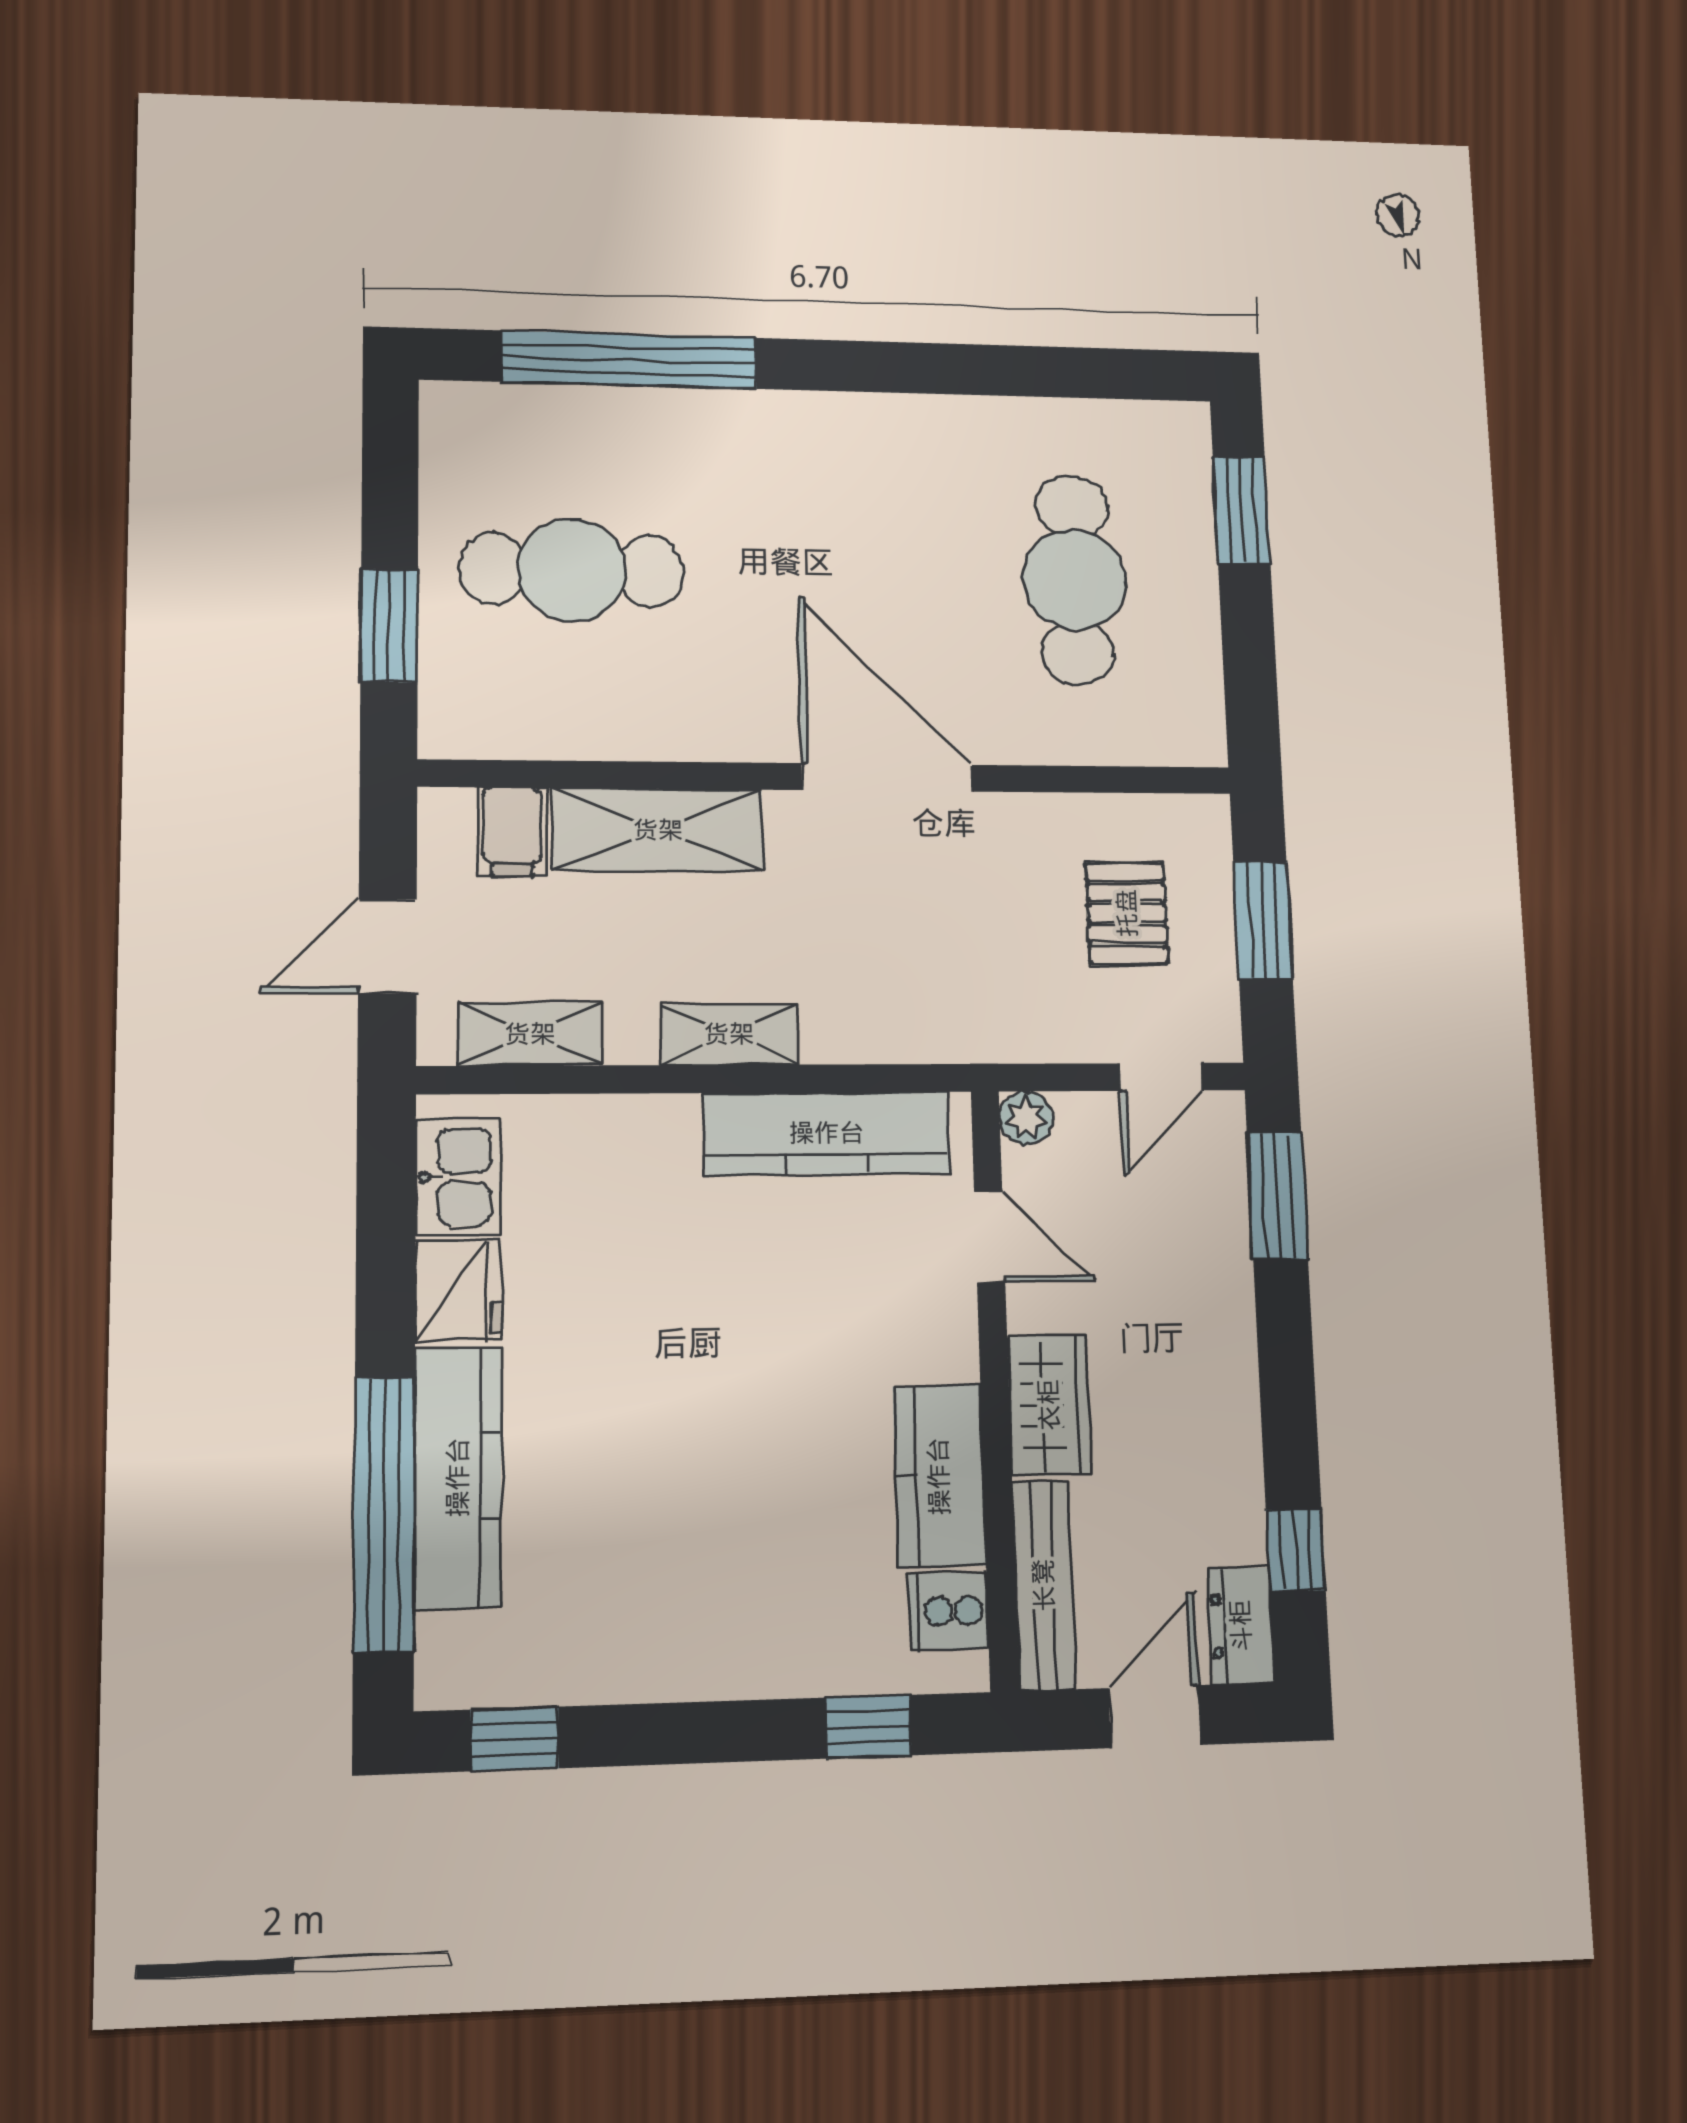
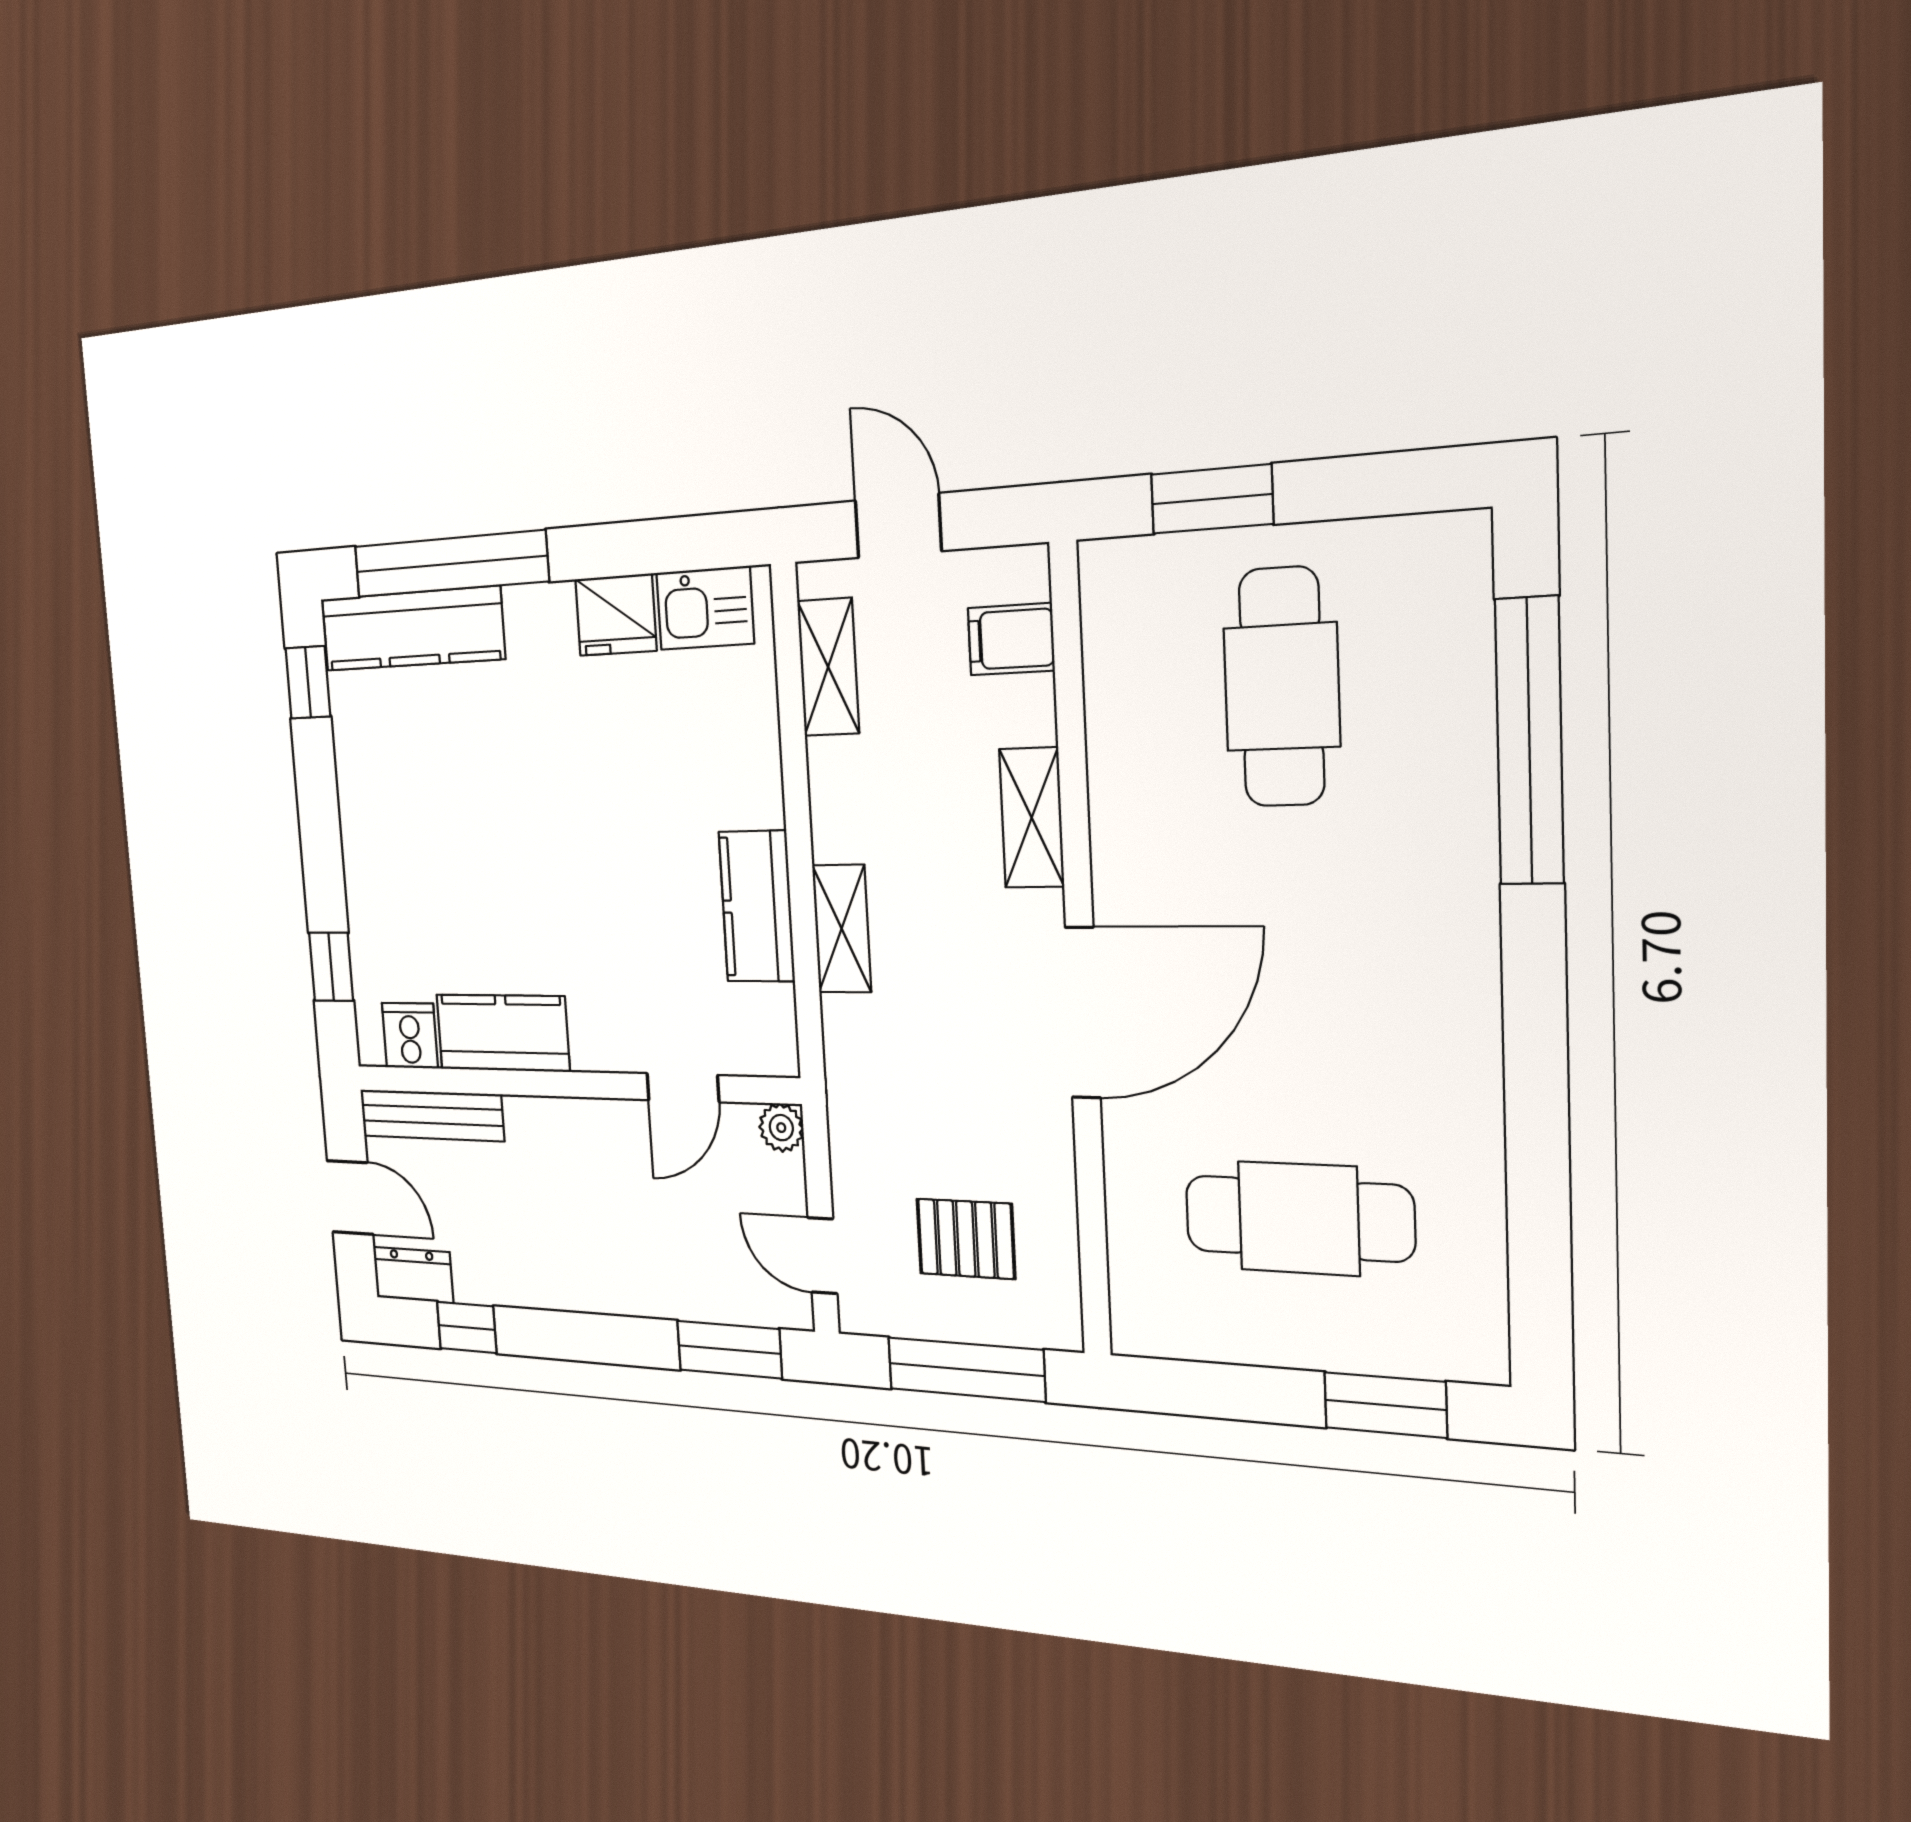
shelving: (658, 830) -> (1032, 818), width x0.67, depth x0.75
window: (1263, 920) -> (966, 1369), width x1.44
shelving: (729, 1034) -> (842, 929), moved
kitchen counter: (827, 1133) -> (757, 906), width x0.67
wardrobe: (1049, 1405) -> (558, 1130), removed
kitchen counter: (458, 1477) -> (412, 629), moved

